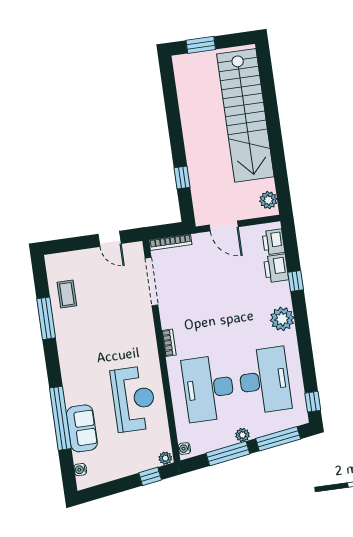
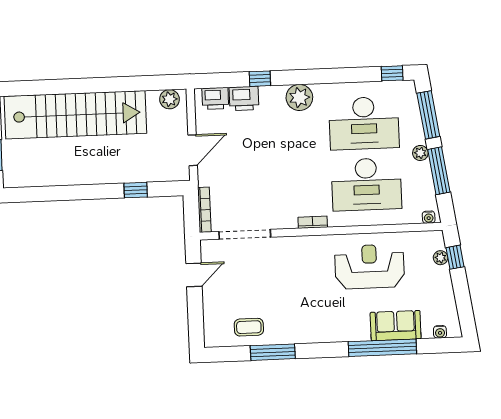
desk: (264, 380) -> (364, 123), turned 180
plant: (165, 458) -> (441, 258), moved

